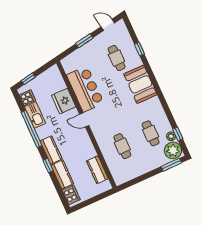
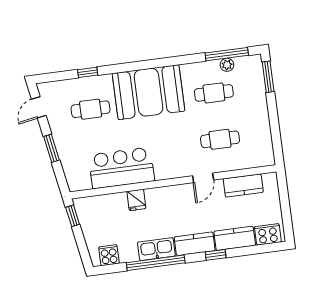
window: (28, 79) -> (73, 216), moved
booth: (140, 84) -> (149, 92), width x1.36, depth x1.42
fridge: (64, 101) -> (136, 200), width x0.53, depth x0.75
kitchen sink: (35, 115) -> (156, 249), moved
door: (84, 120) -> (203, 178), moved
window: (178, 134) -> (227, 54), width x2.17
plant: (173, 150) -> (248, 68), removed

